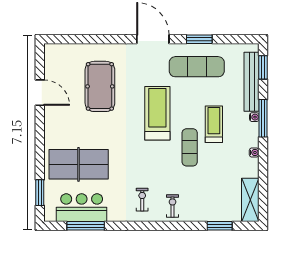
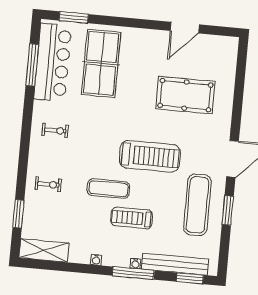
treadmill: (214, 124) -> (132, 218), turned 180
exercise bike: (173, 206) -> (48, 184), moved
bar counter: (82, 208) -> (53, 62), width x1.36

